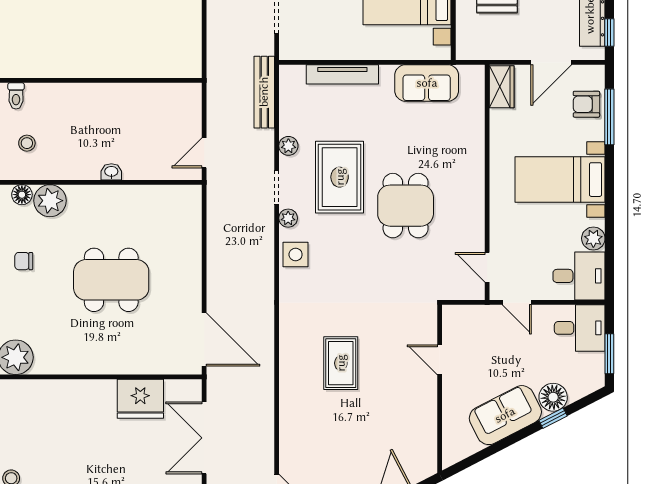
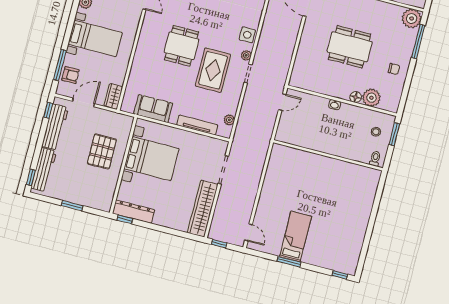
bench: (264, 92) -> (242, 126), removed
plant: (288, 146) -> (229, 120), moved
floor lamp: (22, 195) -> (356, 97), moved

